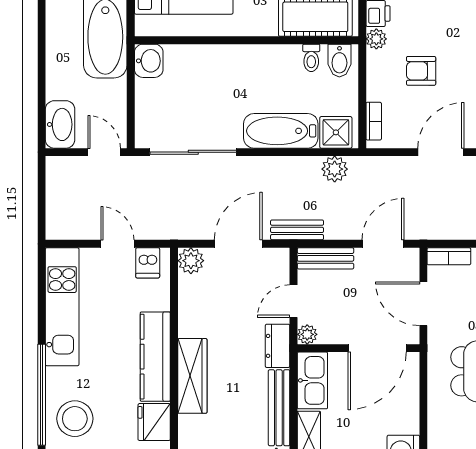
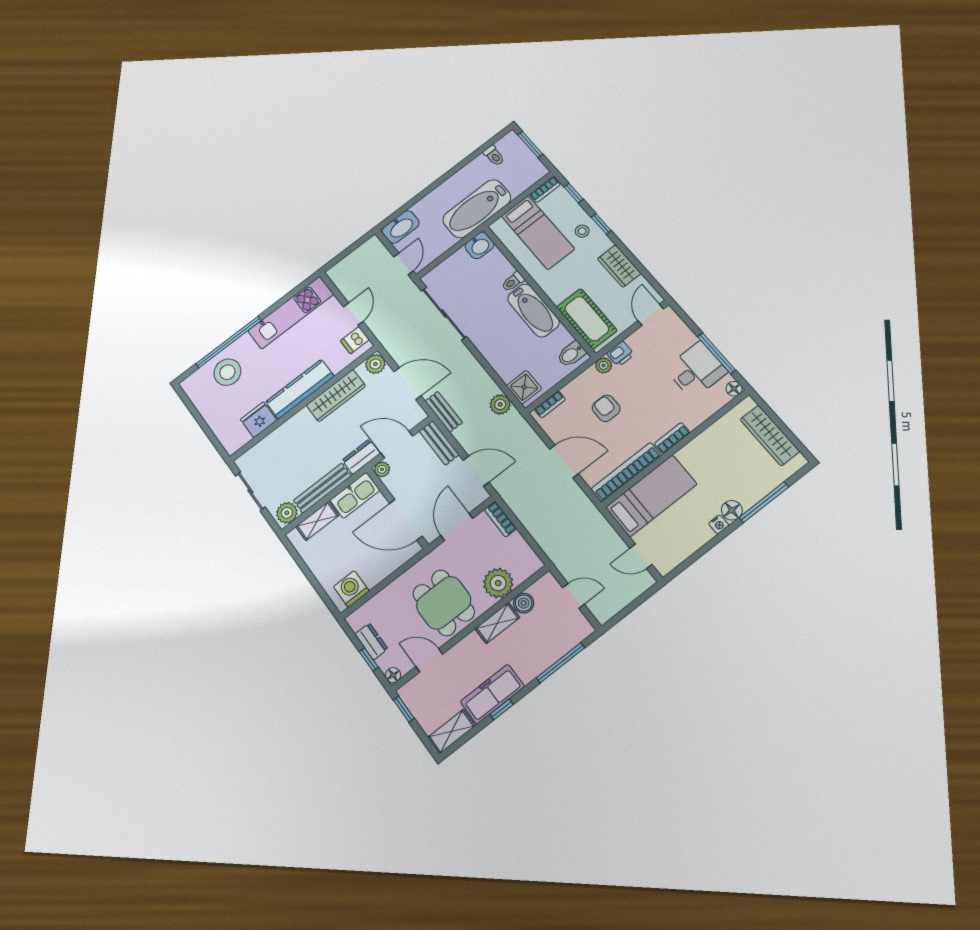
toilet: (311, 58) -> (513, 282), moved
bathtub: (281, 131) -> (533, 310), moved, turned 180
door: (294, 301) -> (397, 445), width x1.38
wardrobe: (192, 376) -> (336, 396), moved

